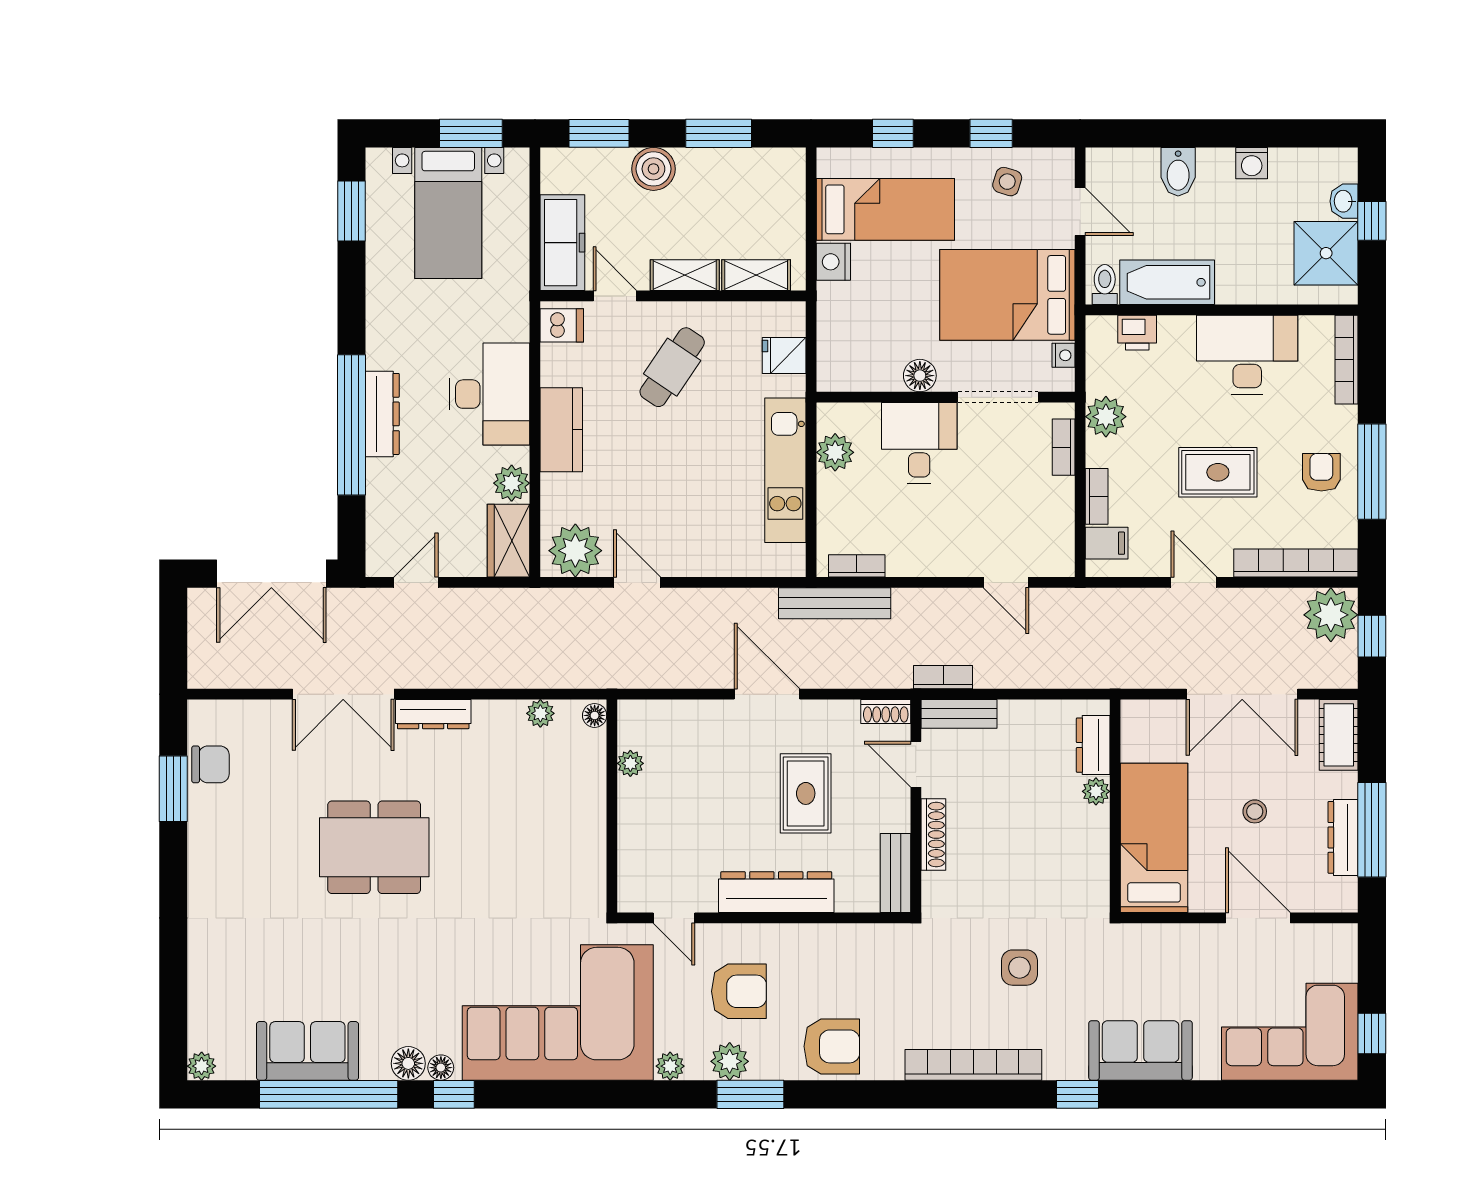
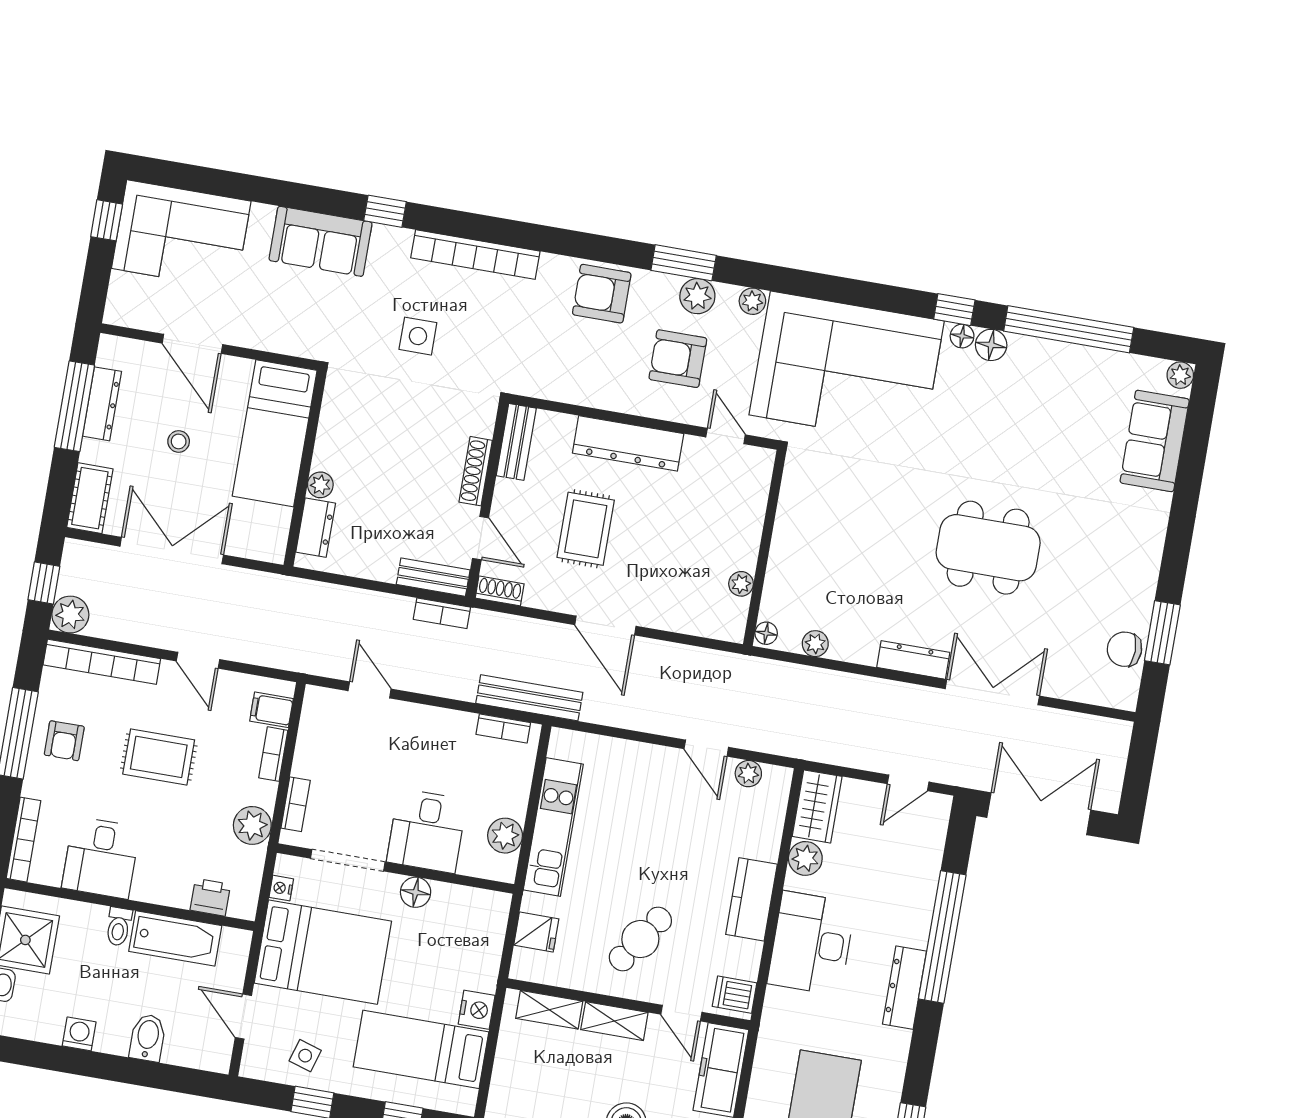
toilet: (1105, 285) -> (119, 927), moved
desk: (1247, 355) -> (101, 858), width x0.73
dresser: (382, 414) -> (905, 988), moved
plant: (575, 551) -> (748, 774), width x0.53, depth x0.53
plant: (1331, 615) -> (70, 615), width x0.73, depth x0.73
sofa: (307, 1051) -> (1155, 441), moved, turned 90

